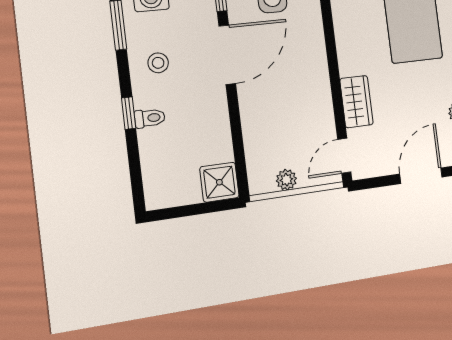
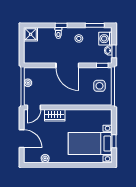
door: (227, 55) -> (67, 65), moved
door: (344, 156) -> (34, 107), swing flipped
shower: (219, 182) -> (31, 34), moved

